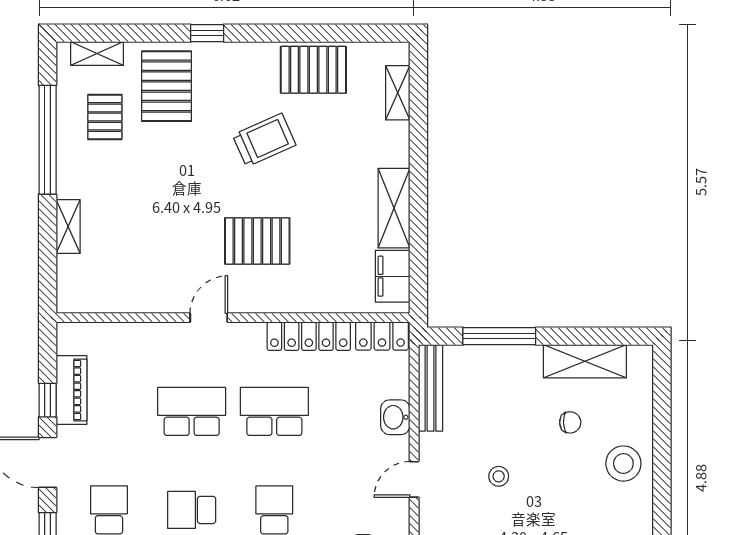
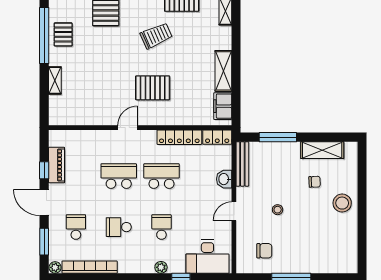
pallet: (105, 117) -> (63, 34), moved

